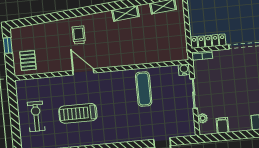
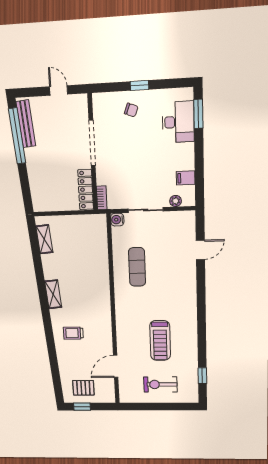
shelving: (125, 13) -> (53, 294), moved
pallet: (28, 60) -> (83, 388), moved
door: (83, 72) -> (116, 366), moved
exercise mat: (144, 89) -> (137, 267), turned 90

